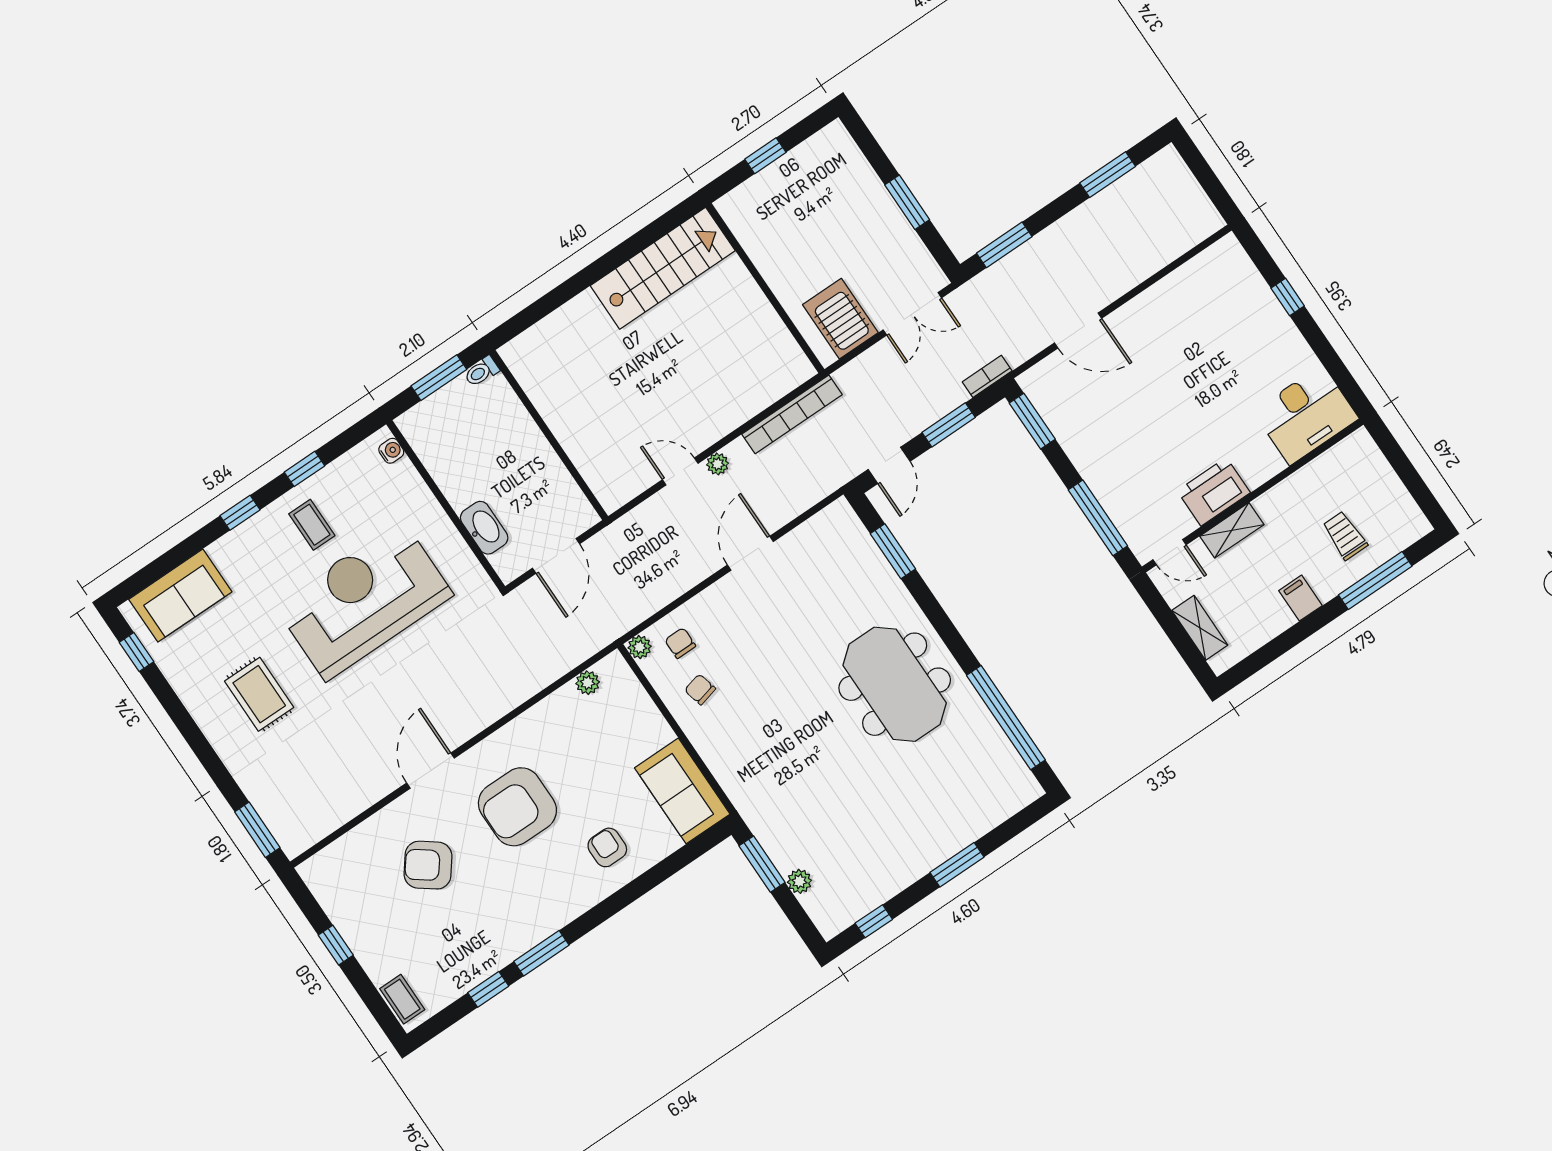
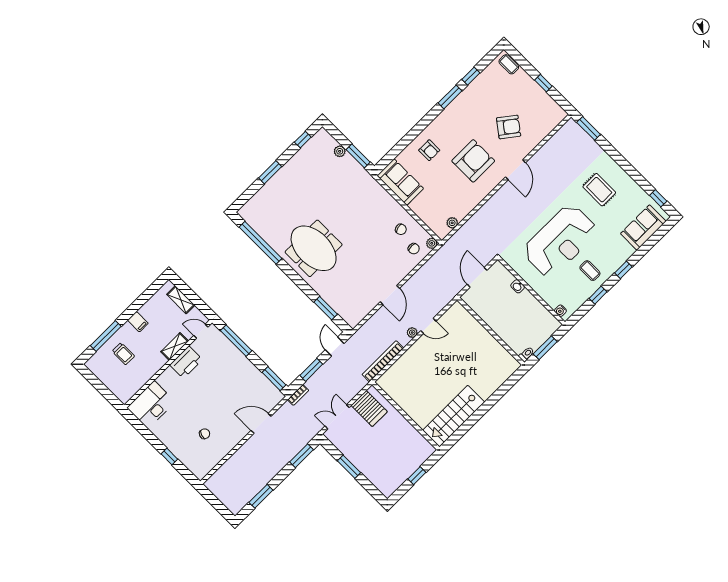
chair: (1203, 331) -> (205, 434), added
washbasin: (484, 528) -> (518, 286), width x0.52, depth x0.69

